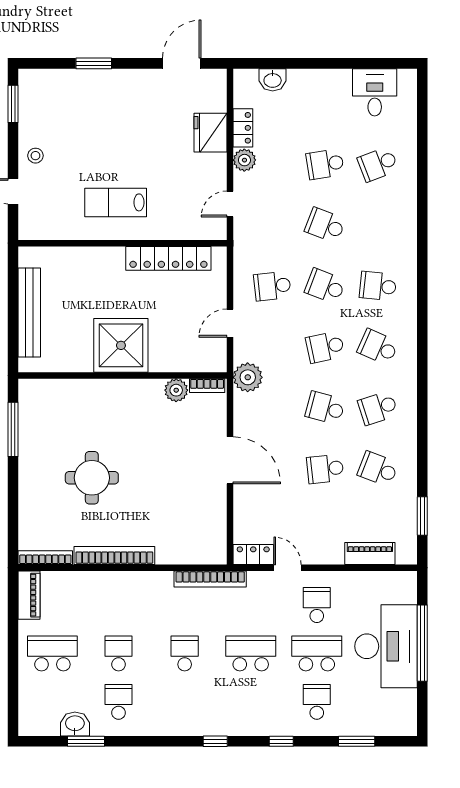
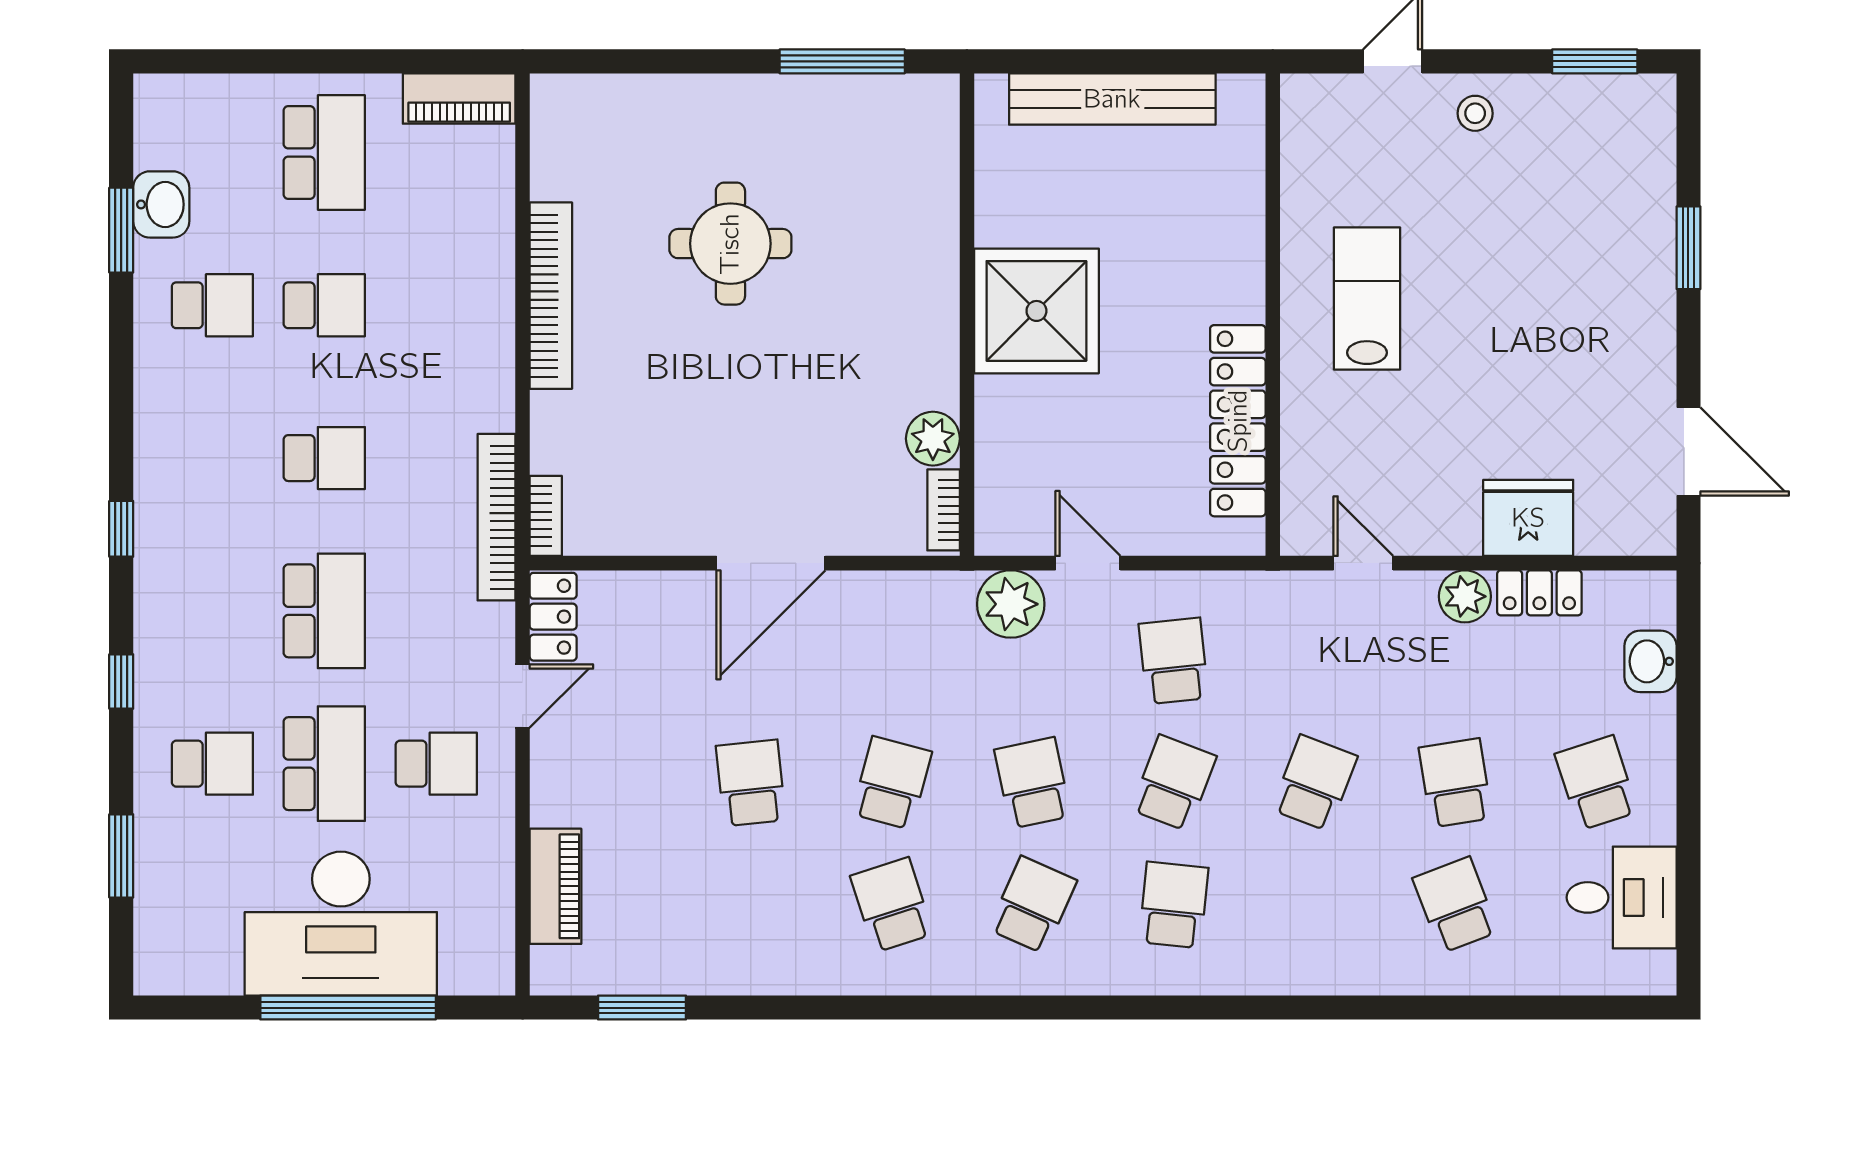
plant: (248, 377) -> (1011, 604), moved
school desk: (378, 469) -> (1596, 783), moved, turned -39
bookcase: (45, 558) -> (546, 516), moved, width x0.64

